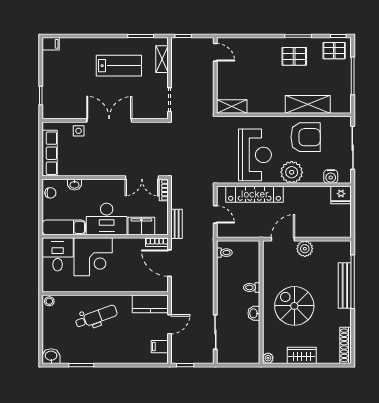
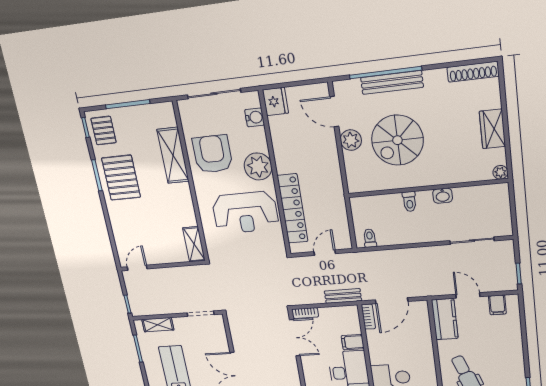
pallet: (294, 56) -> (121, 178), width x1.50, depth x1.42
reception desk: (255, 155) -> (245, 213), turned 180
filing cabinet: (141, 226) -> (353, 342), width x0.50
door: (283, 239) -> (334, 112), moved
spiral stairs: (294, 306) -> (397, 140), moved

